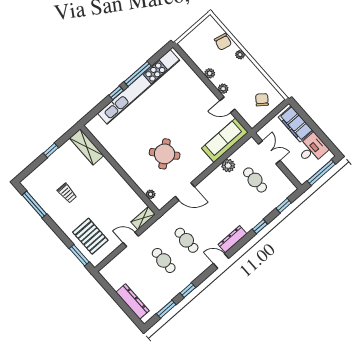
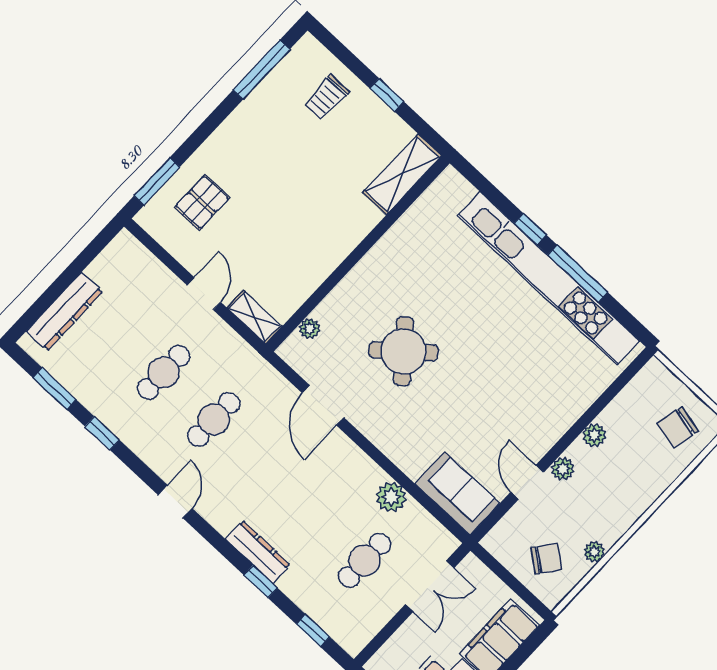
chair: (223, 42) -> (678, 427), moved
plant: (240, 55) -> (594, 552), moved
sofa: (225, 140) -> (457, 493), width x0.73
trolley: (67, 193) -> (327, 98), moved
pallet: (90, 236) -> (202, 202), width x0.67, depth x0.71
dresser: (232, 239) -> (258, 552), moved

